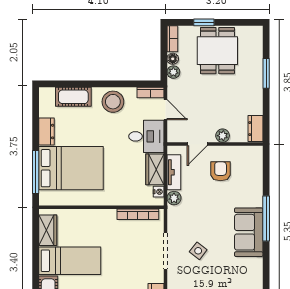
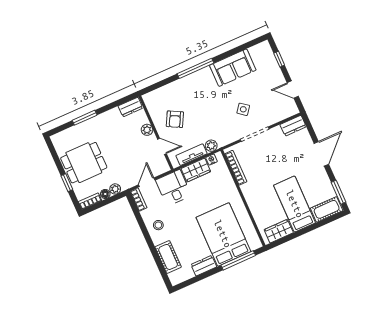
stool: (113, 102) -> (158, 225), width x0.53, depth x0.53
armchair: (221, 171) -> (175, 119), turned -62
sofa: (249, 232) -> (233, 68), moved

